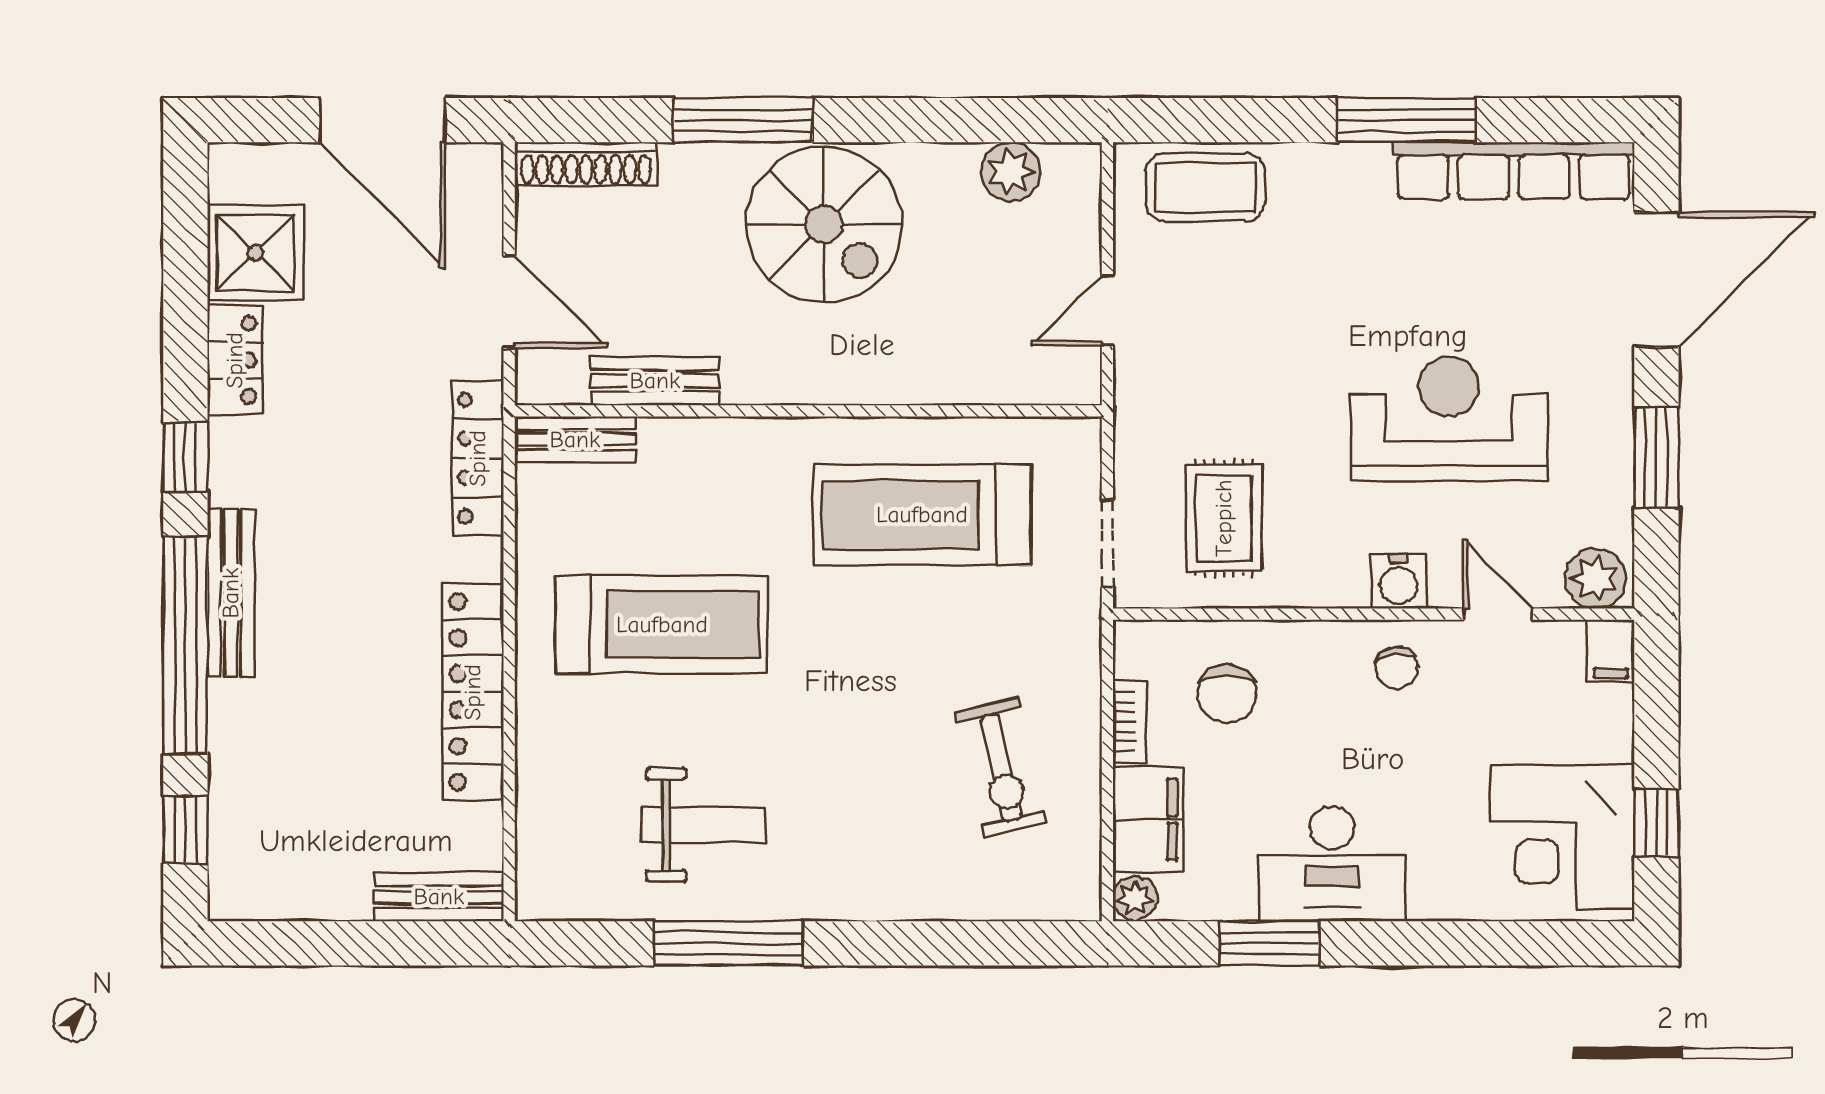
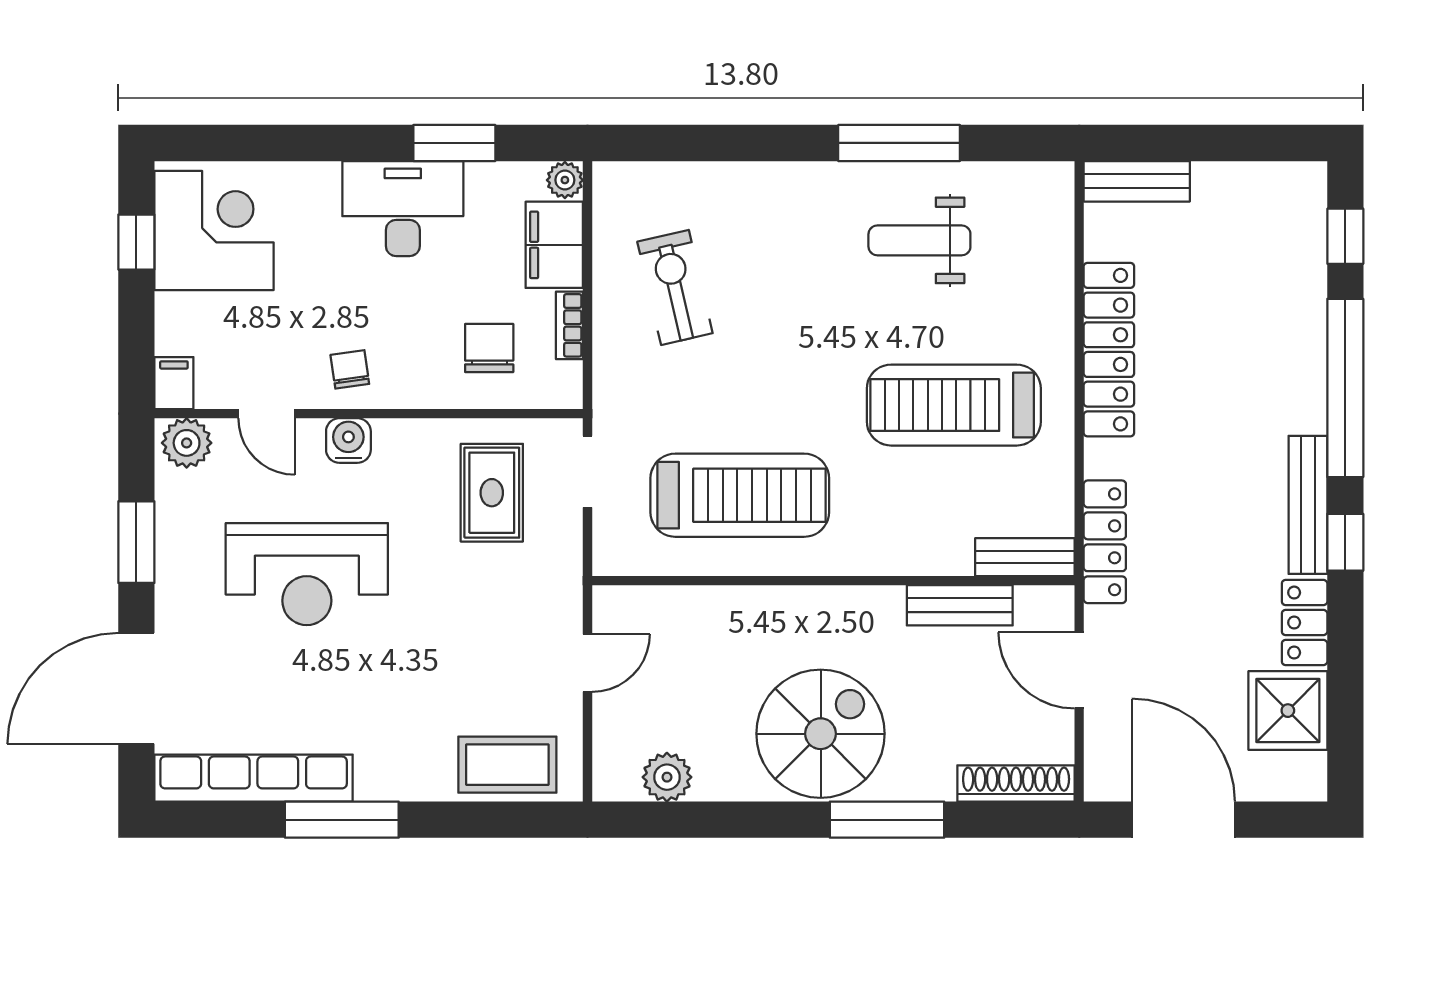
spiral stairs: (824, 225) -> (821, 734), turned 90
bench: (231, 593) -> (1308, 505), moved

